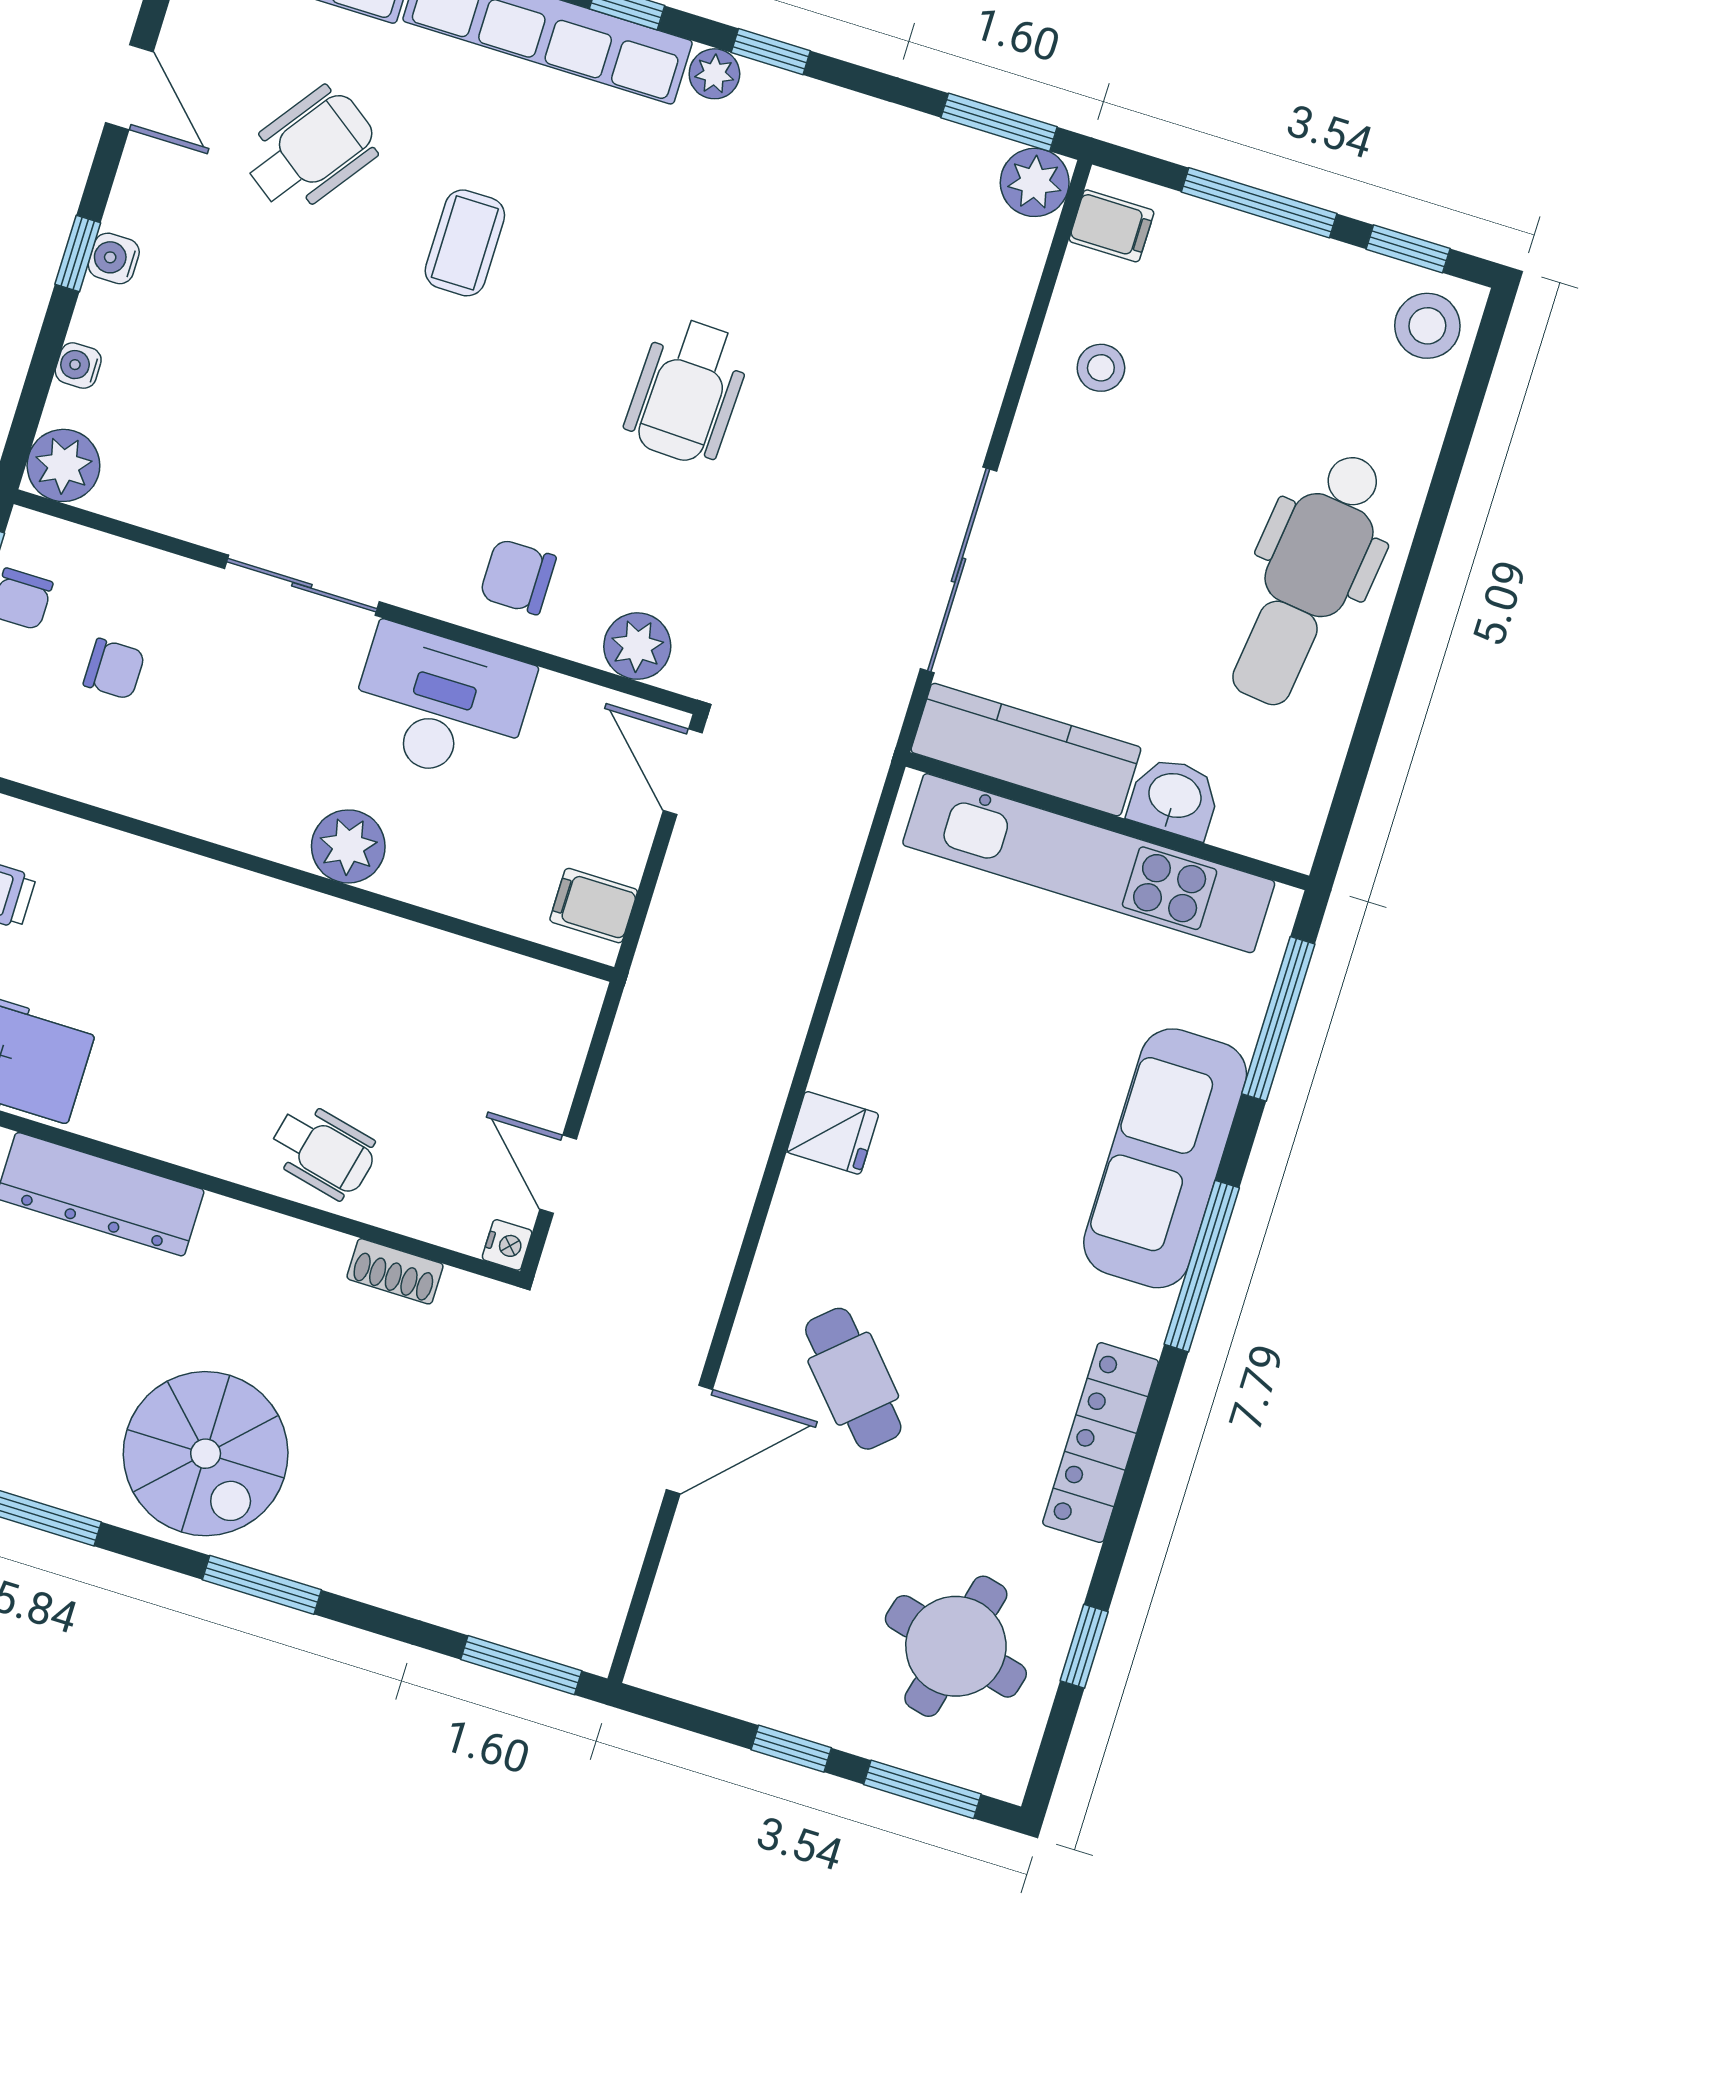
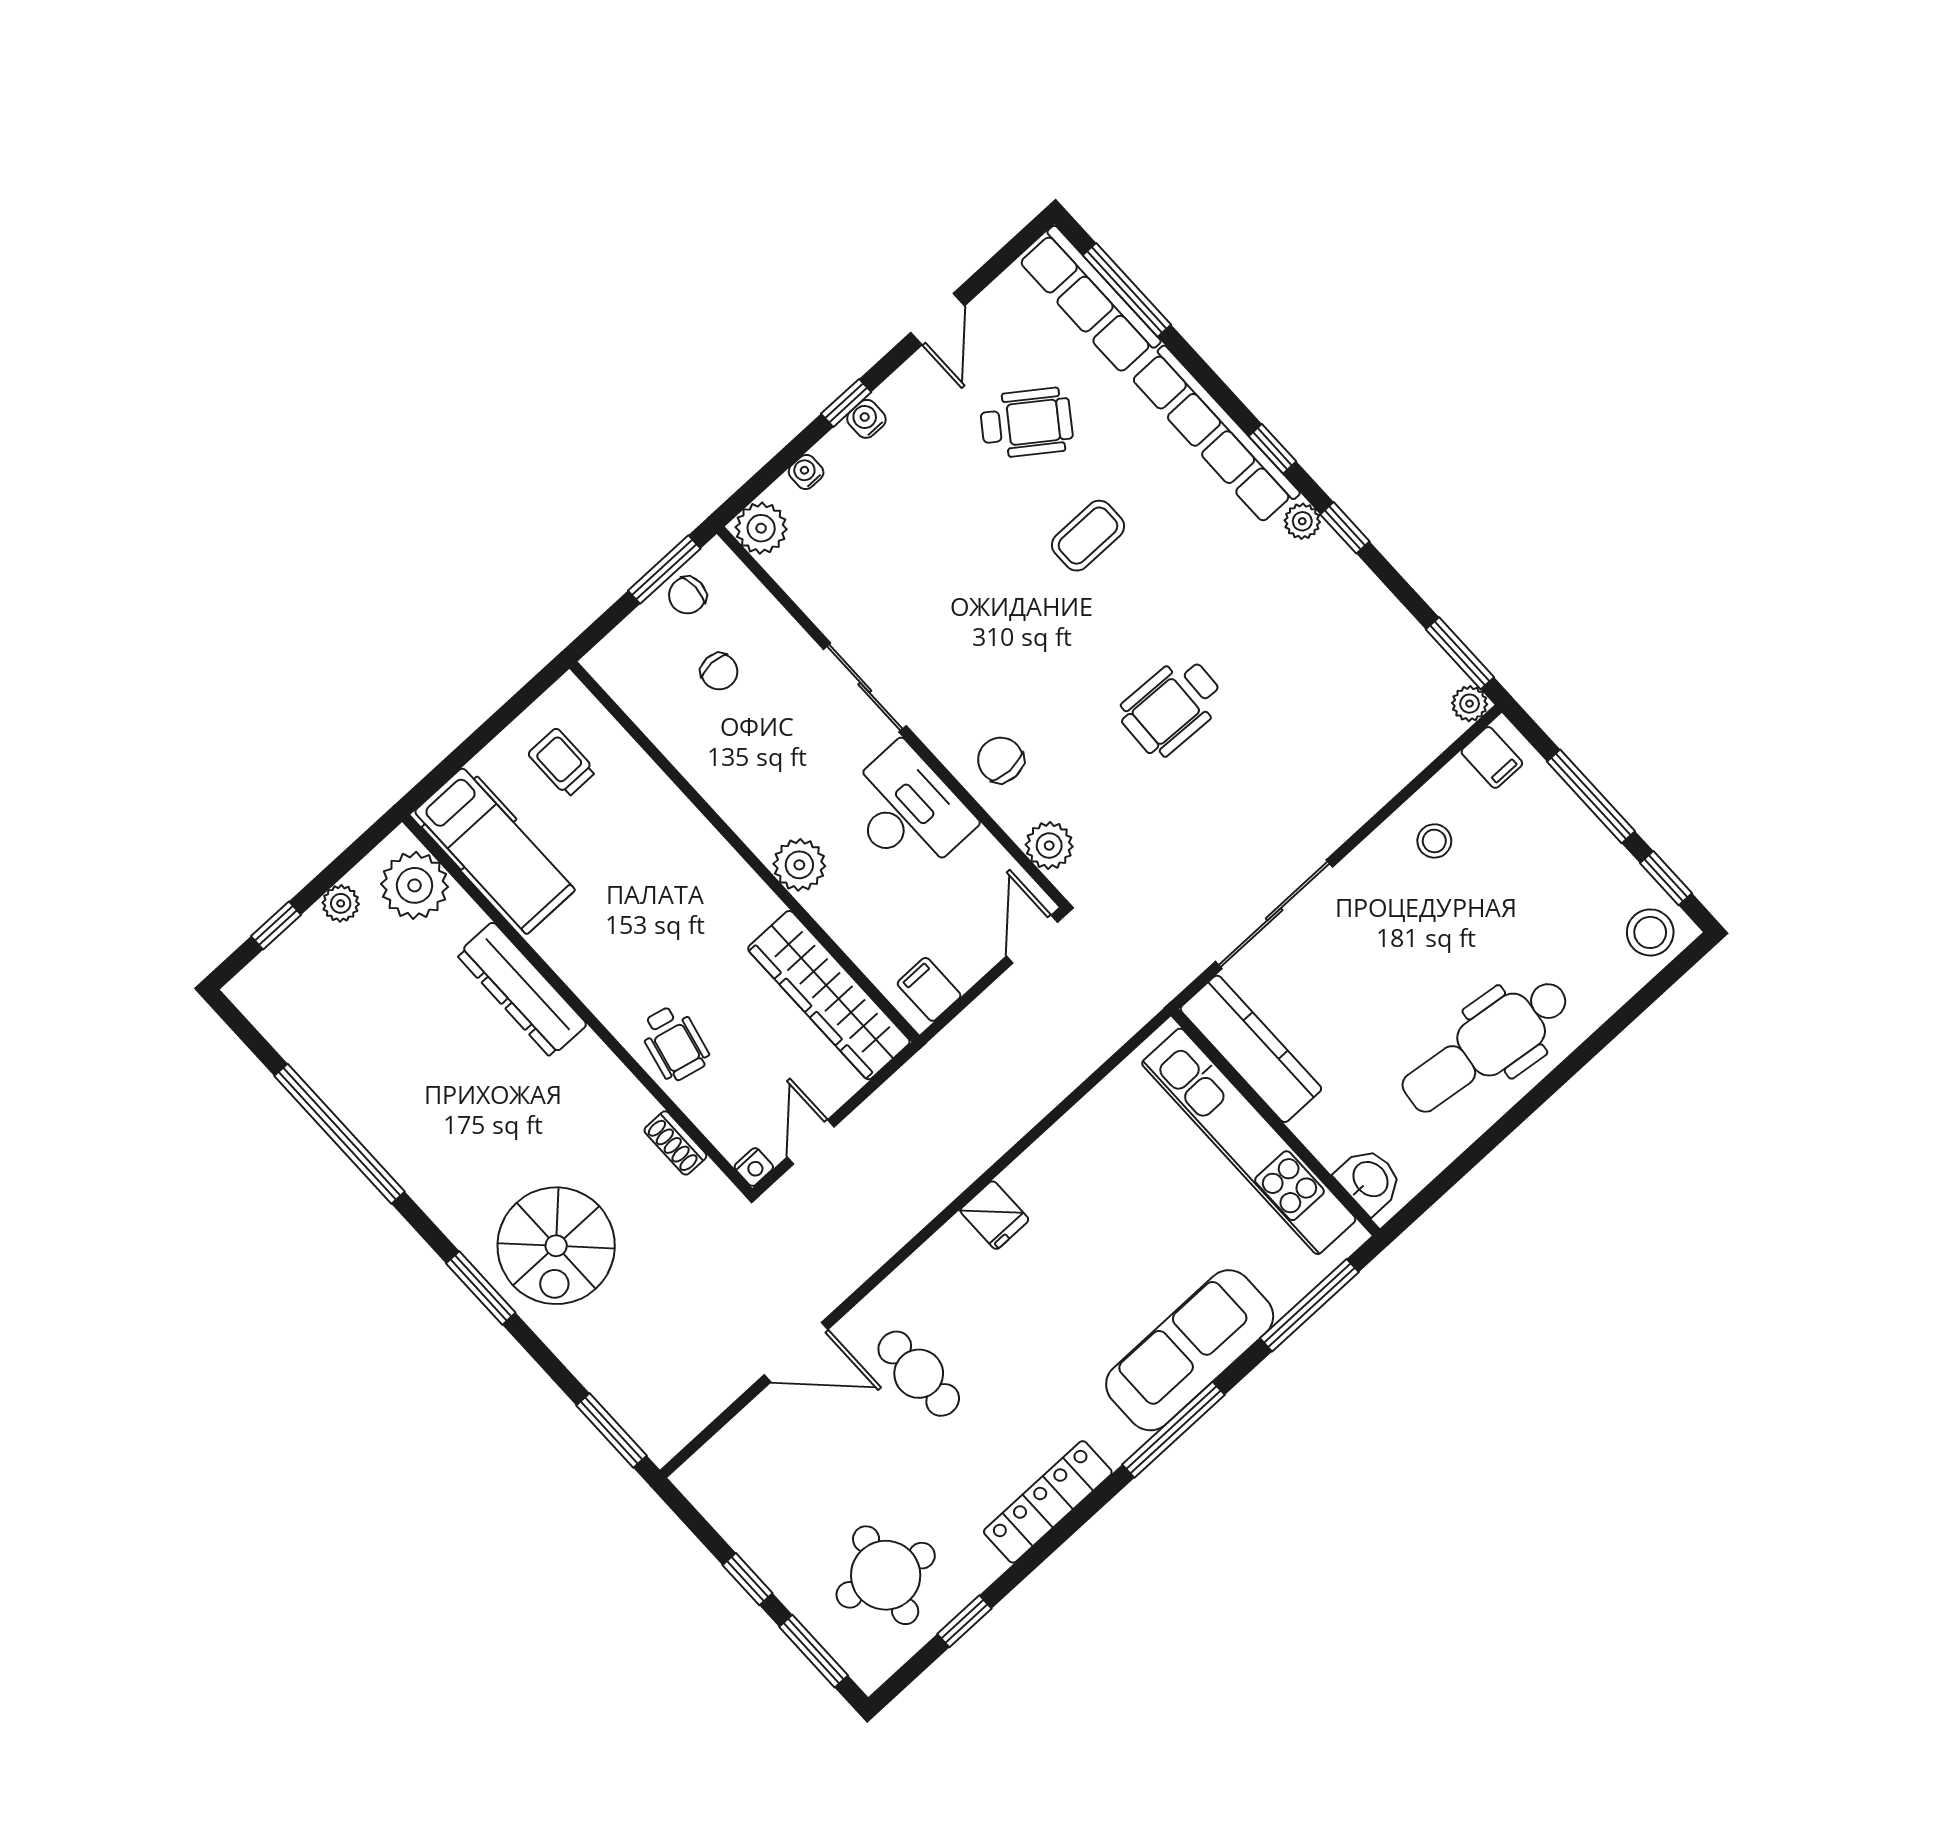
plant: (1035, 182) -> (1470, 704), width x0.73, depth x0.73
washbasin: (1174, 798) -> (1369, 1180), moved
wardrobe: (476, 983) -> (829, 995), added
cafe table: (853, 1379) -> (919, 1374), turned -48
spiral stairs: (206, 1454) -> (556, 1246), moved

